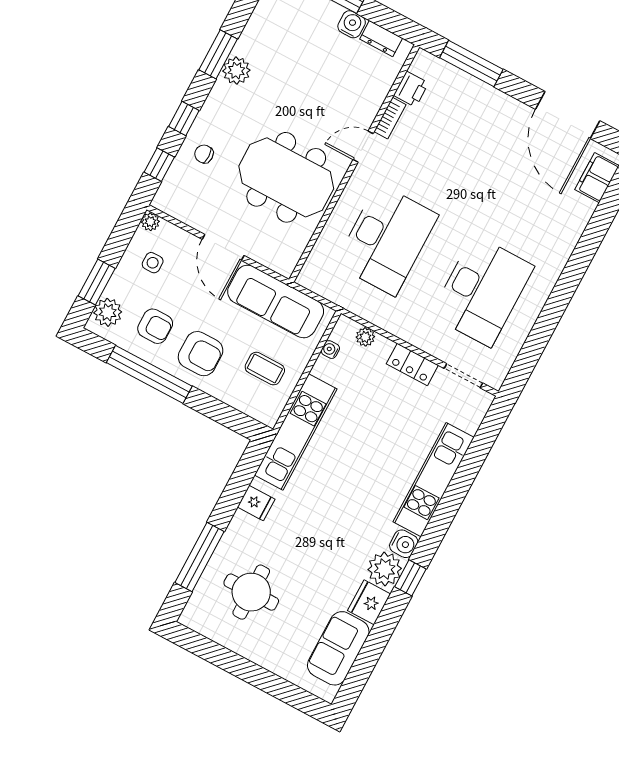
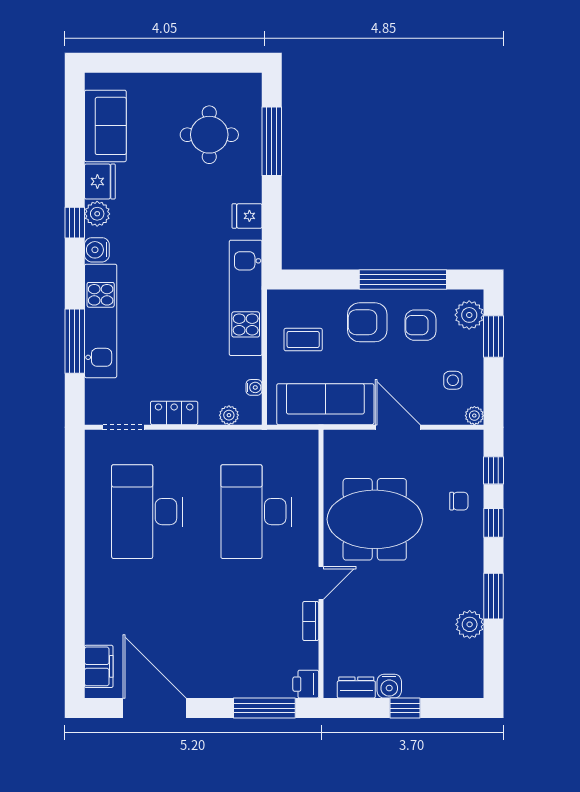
plant: (236, 71) -> (470, 624), moved
printer: (411, 89) -> (306, 684), moved
window: (466, 474) -> (75, 341), added
plant: (385, 569) -> (97, 214), width x0.73, depth x0.73

